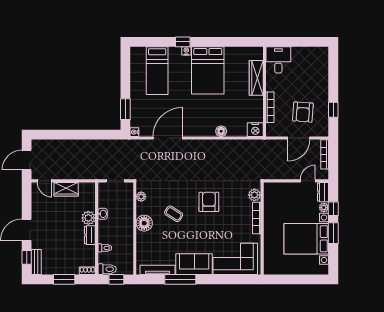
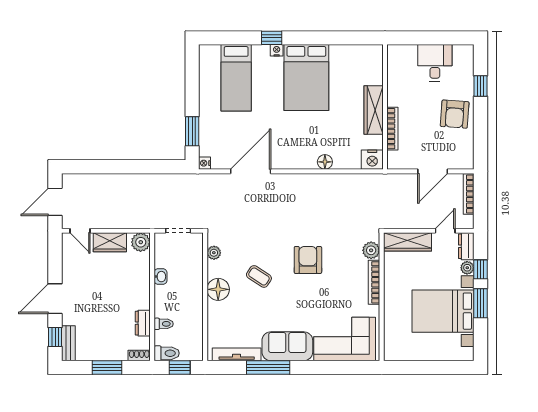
desk: (278, 60) -> (435, 63), moved
wardrobe: (256, 78) -> (374, 110), moved
window: (333, 110) -> (480, 86), moved
armchair: (303, 112) -> (455, 114), moved
wardrobe: (281, 189) -> (407, 242), added
plant: (88, 218) -> (141, 242), moved
dresser: (90, 235) -> (143, 323), moved

